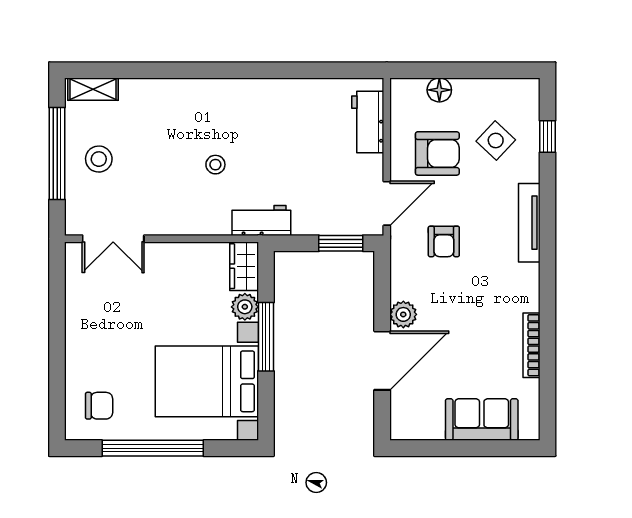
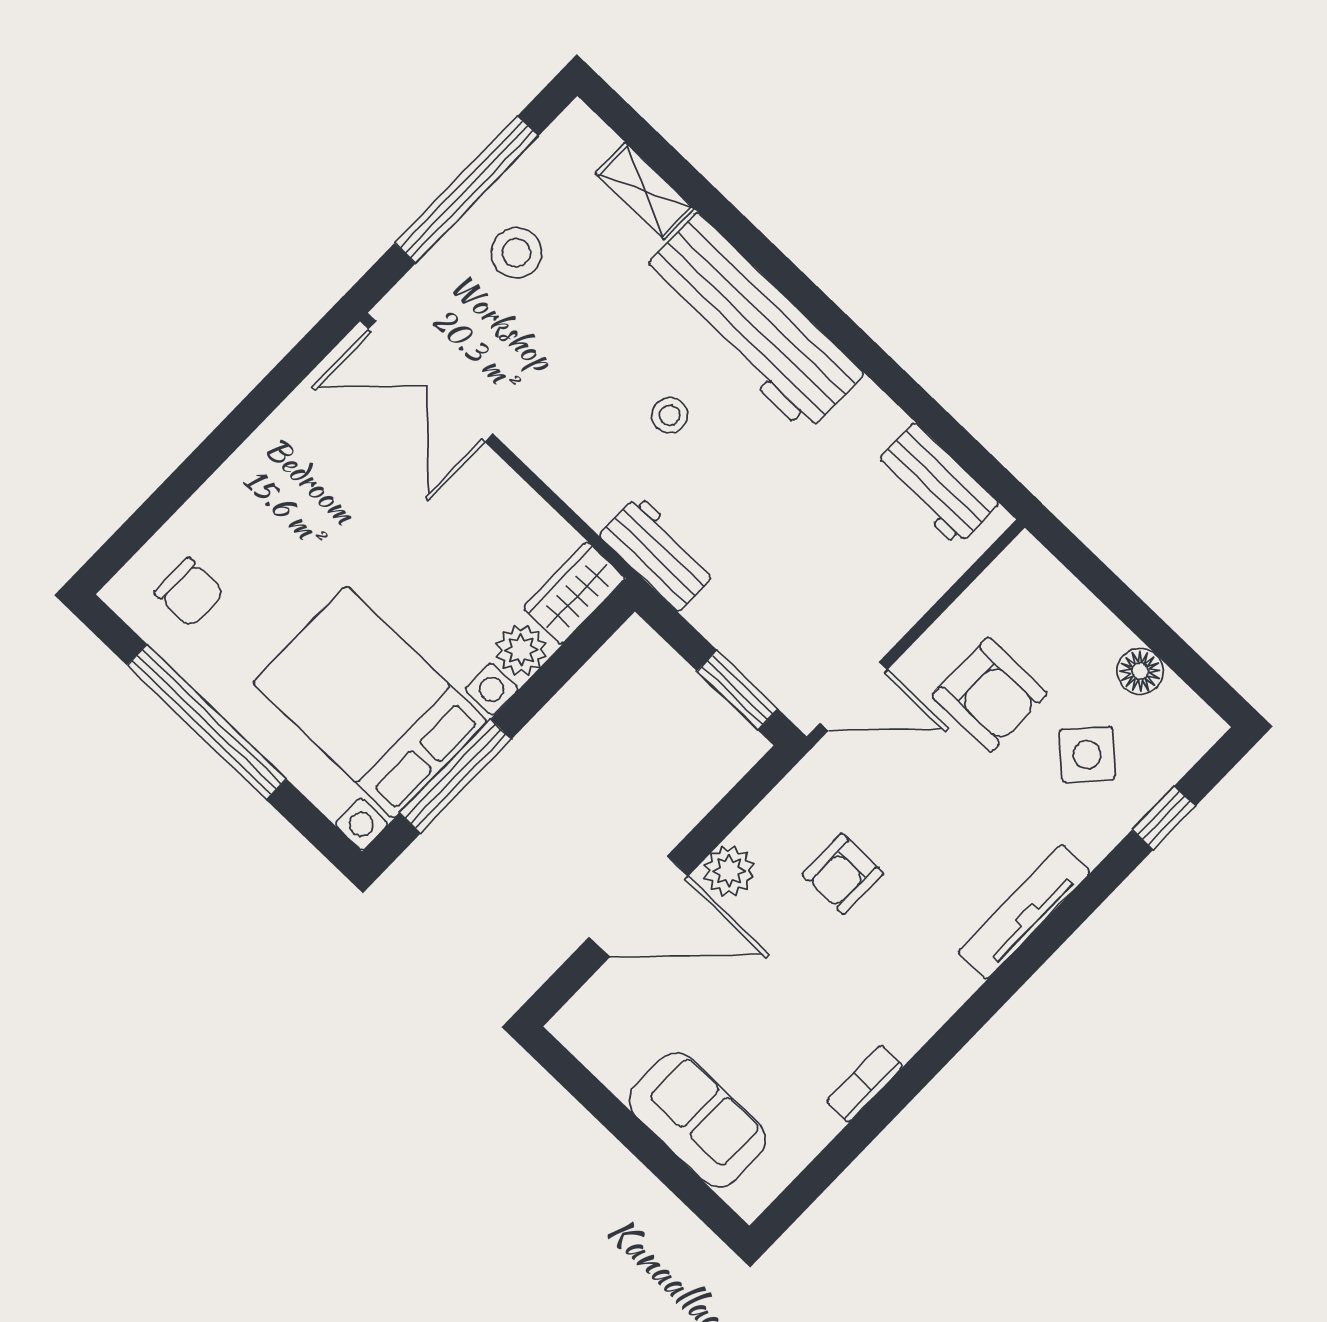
shelving: (93, 89) -> (645, 191), moved
floor lamp: (439, 90) -> (1140, 671), moved
workbench: (213, 100) -> (752, 323), added
workbench: (368, 122) -> (936, 484), moved, turned -90
double door: (113, 239) -> (431, 381), width x1.37
armchair: (444, 241) -> (843, 874), moved
window: (266, 337) -> (455, 776), moved
bookcase: (532, 345) -> (864, 1084), width x0.64

